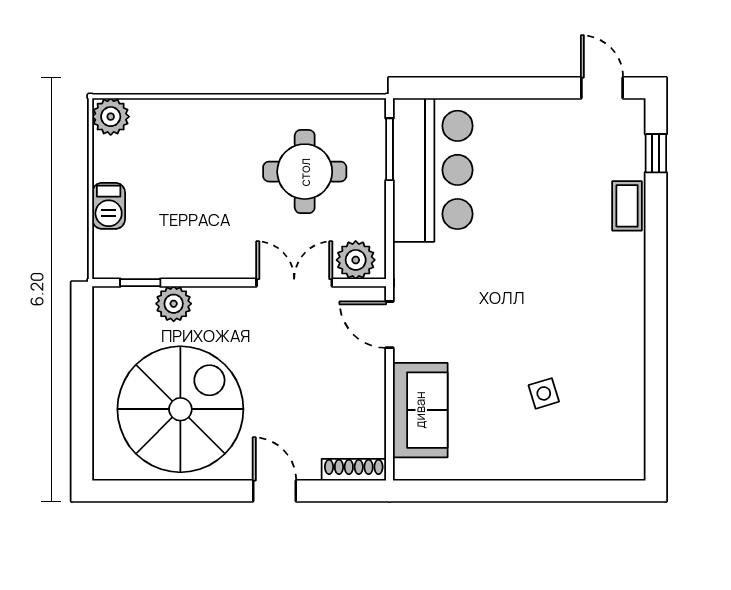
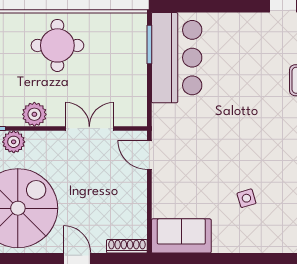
round table: (305, 172) -> (57, 45), moved
plant: (356, 260) -> (34, 114), moved
sofa: (420, 410) -> (181, 236), moved, turned -90

